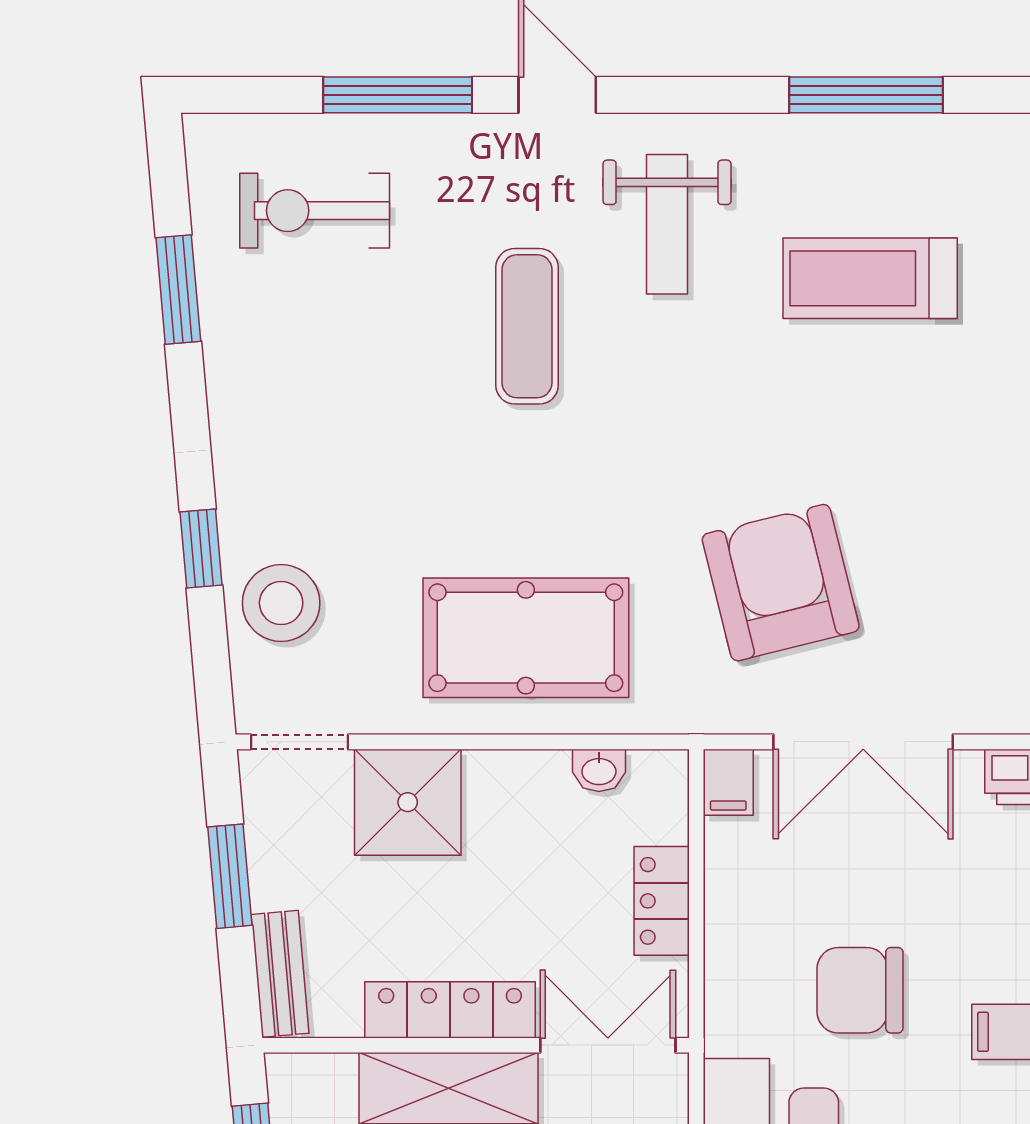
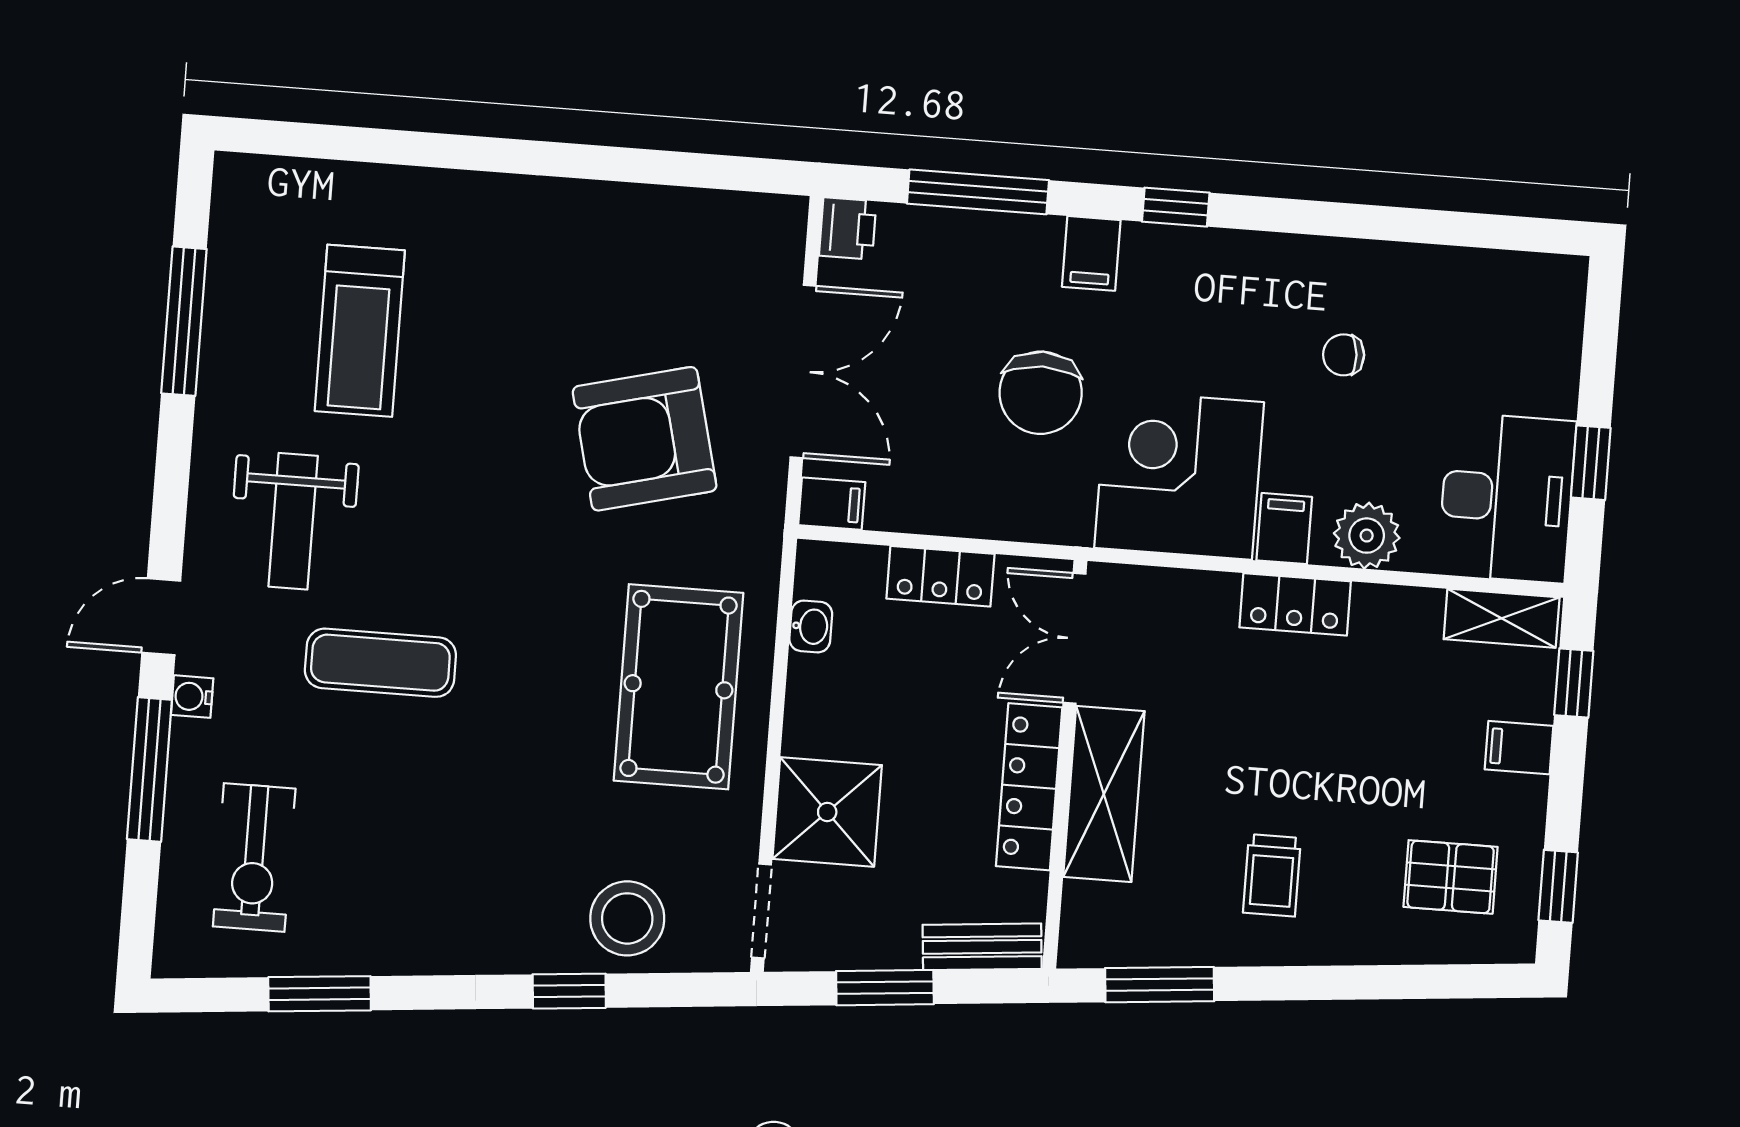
water cooler: (477, 133) -> (192, 697), added
weight bench: (667, 224) -> (293, 521), turned 90

